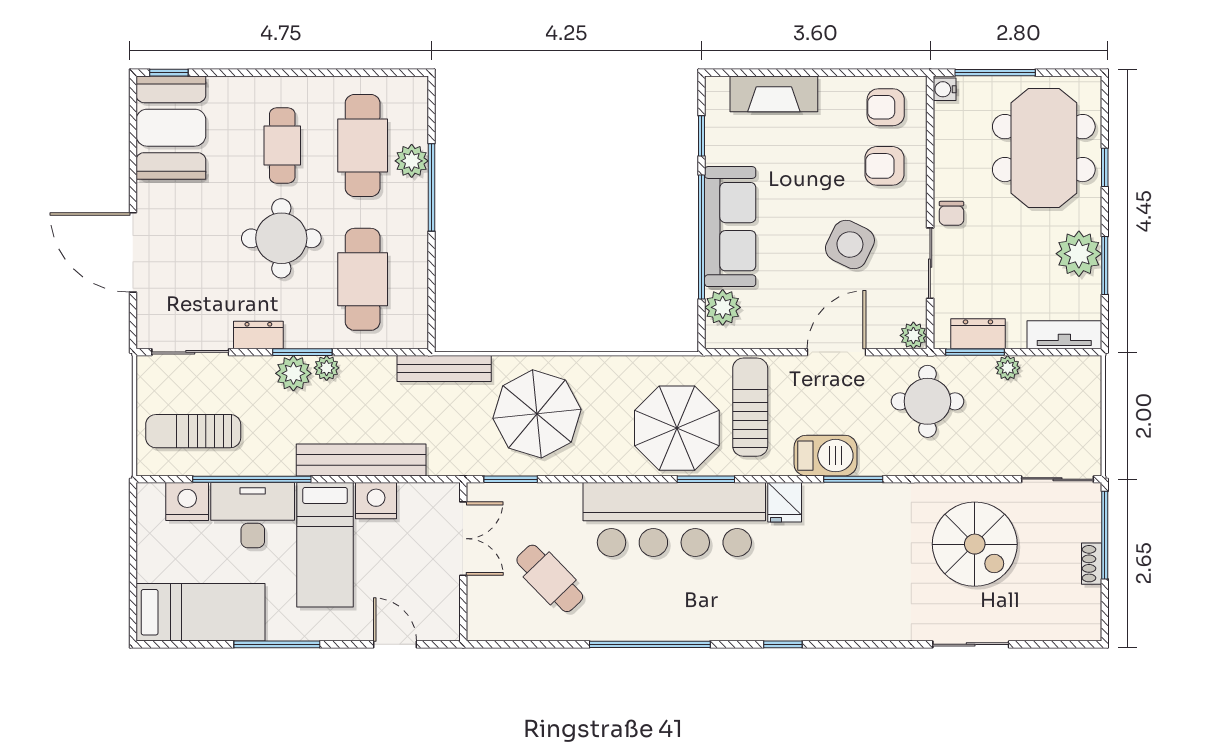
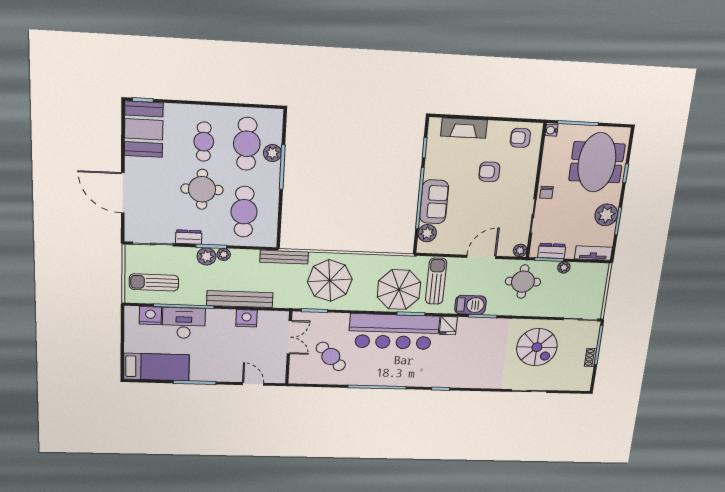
armchair: (885, 166) -> (489, 172), moved
sofa: (730, 227) -> (434, 202), width x0.73
side table: (850, 245) -> (494, 205), removed
bed: (325, 545) -> (220, 338), removed

